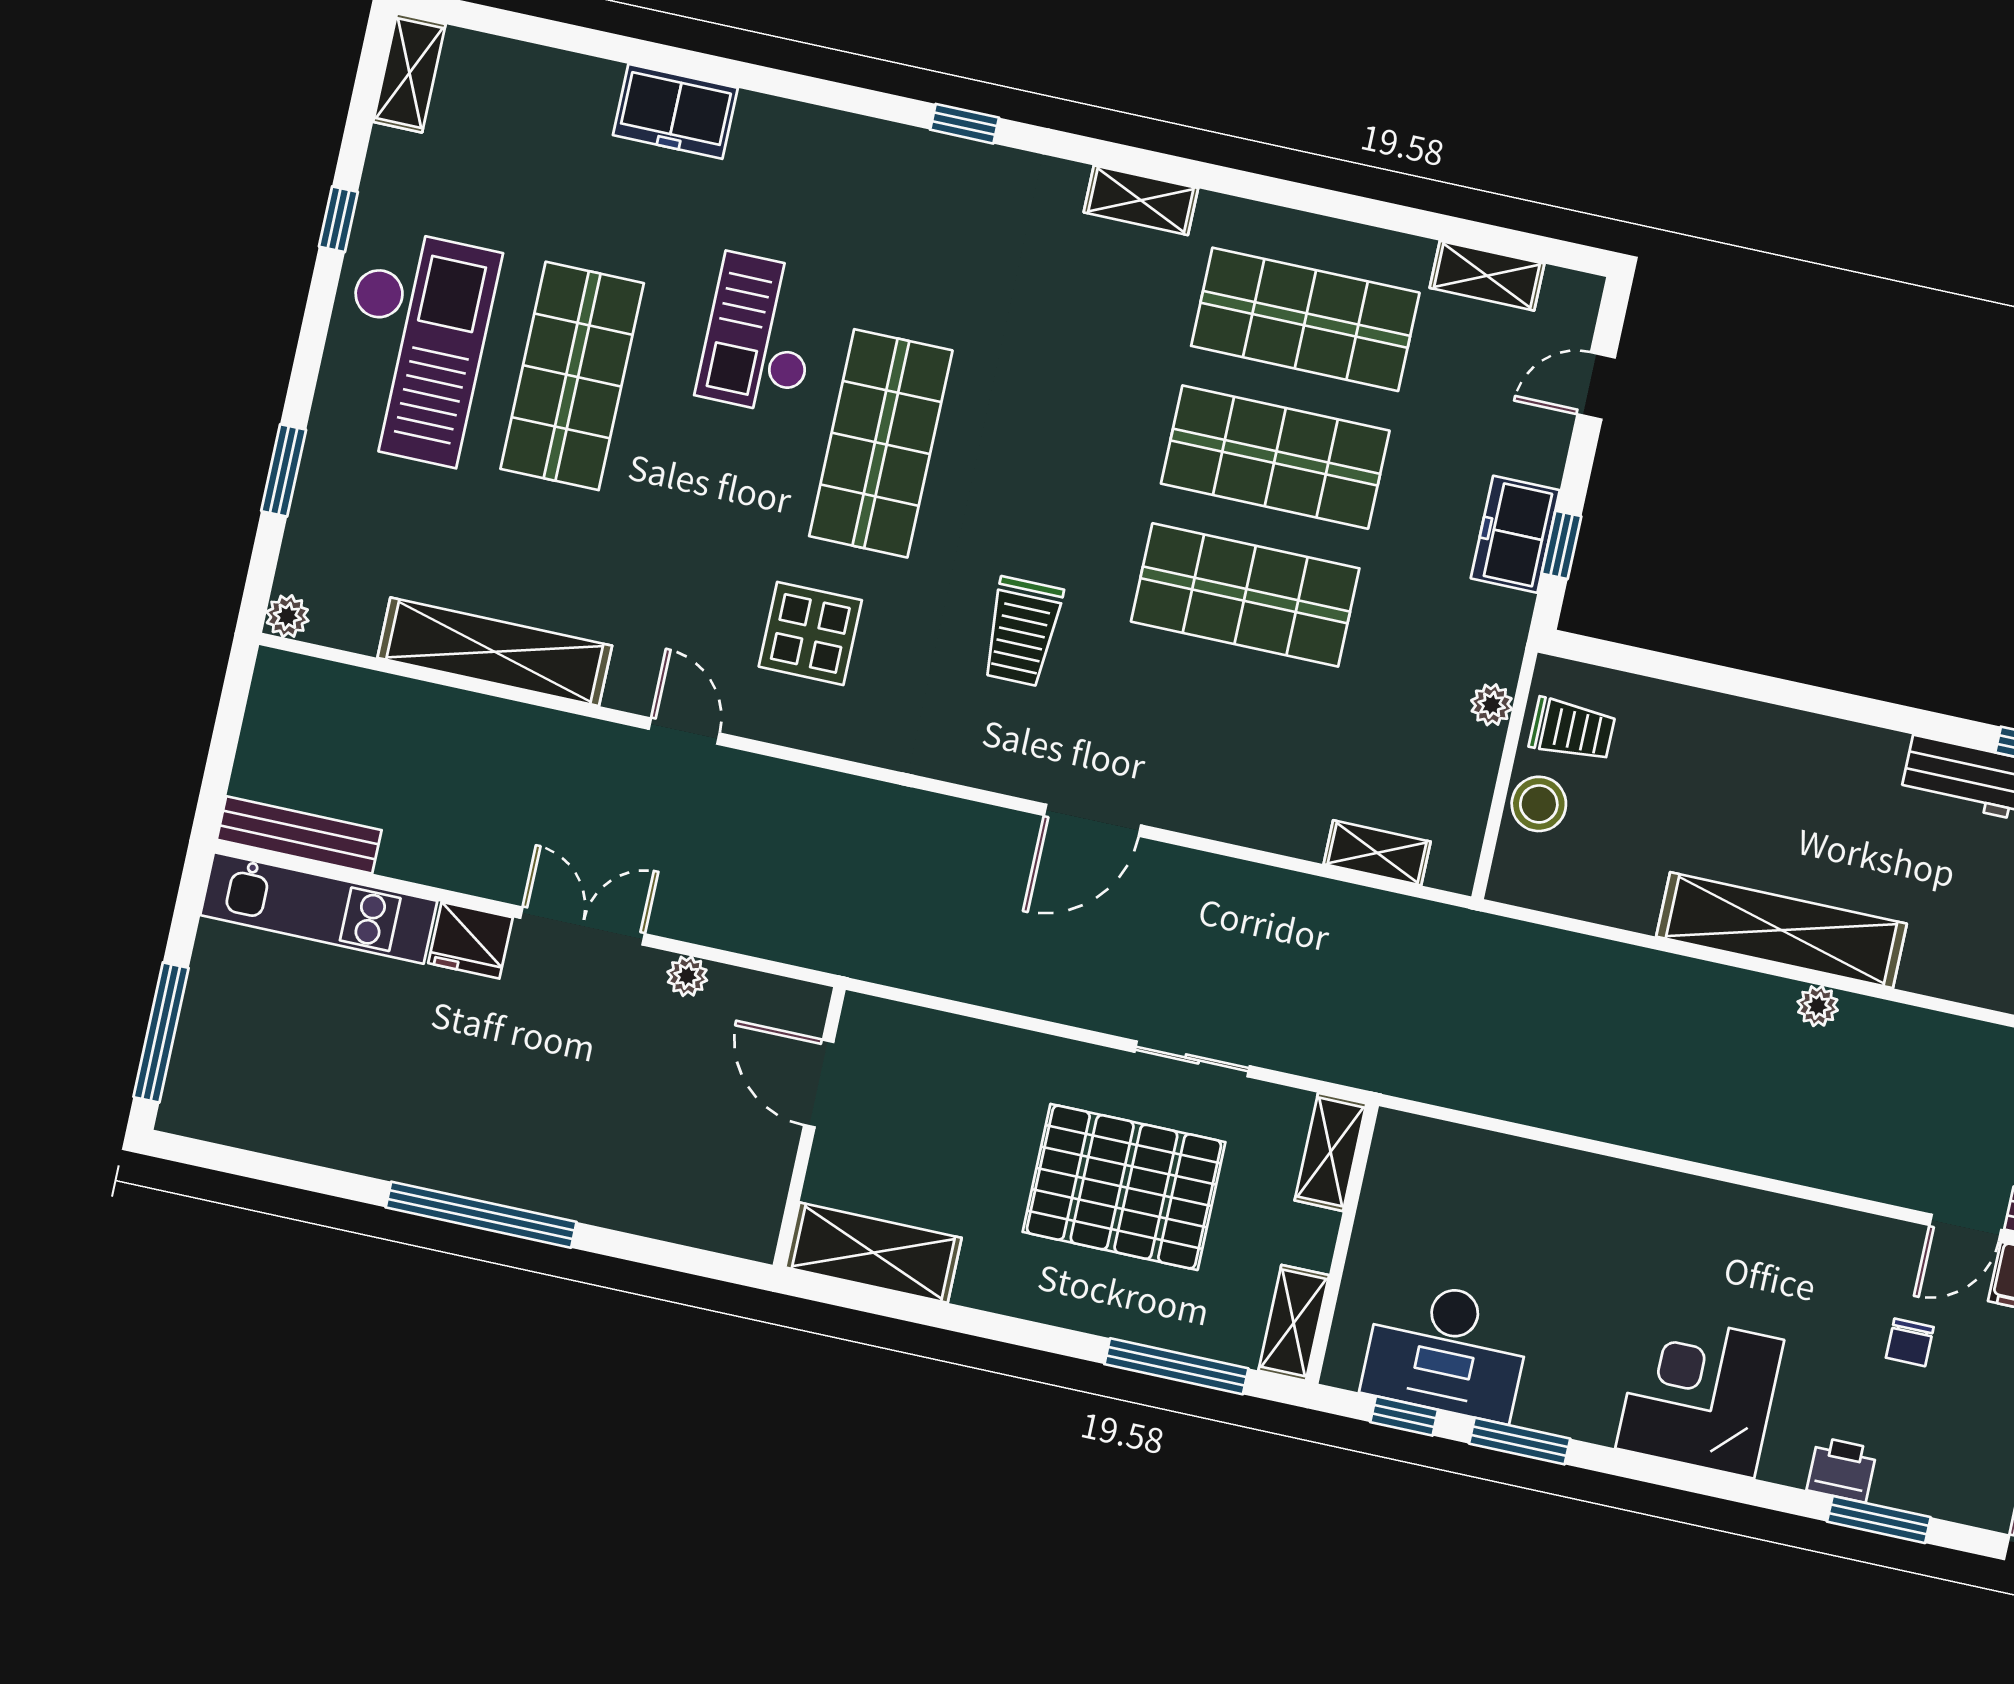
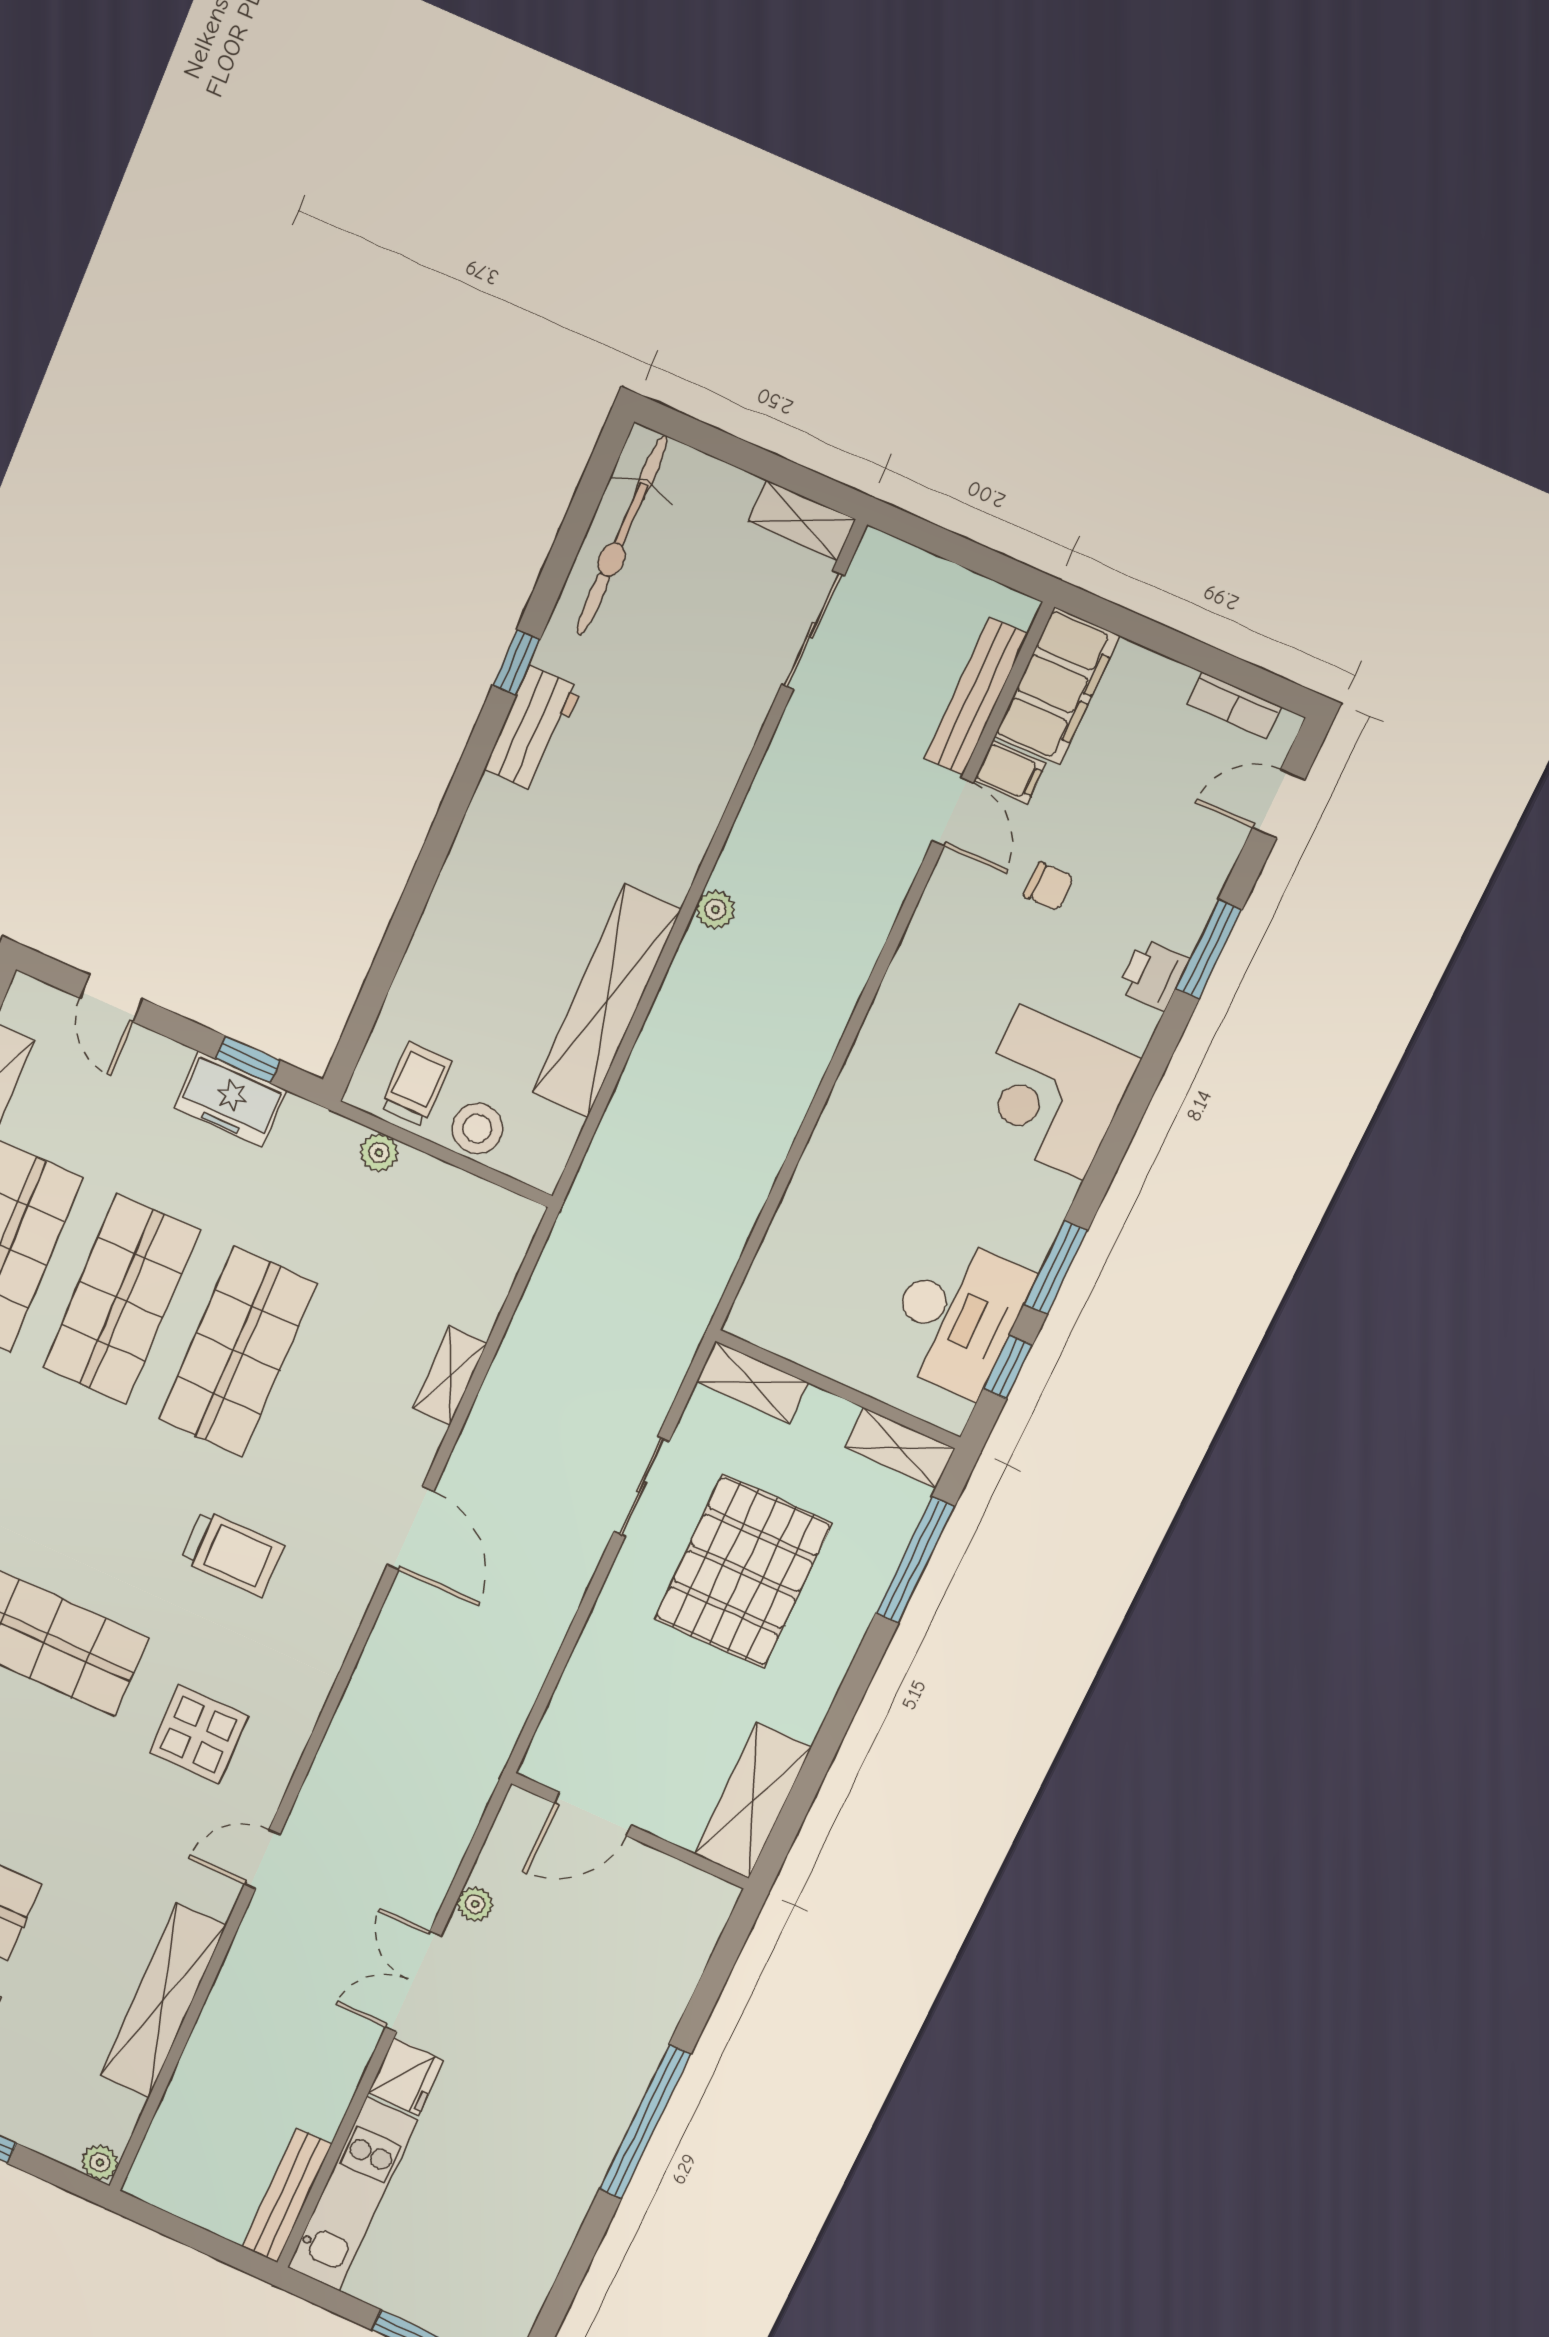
shelving: (1377, 853) -> (450, 1376), moved
shelving: (1781, 930) -> (606, 1001), moved

